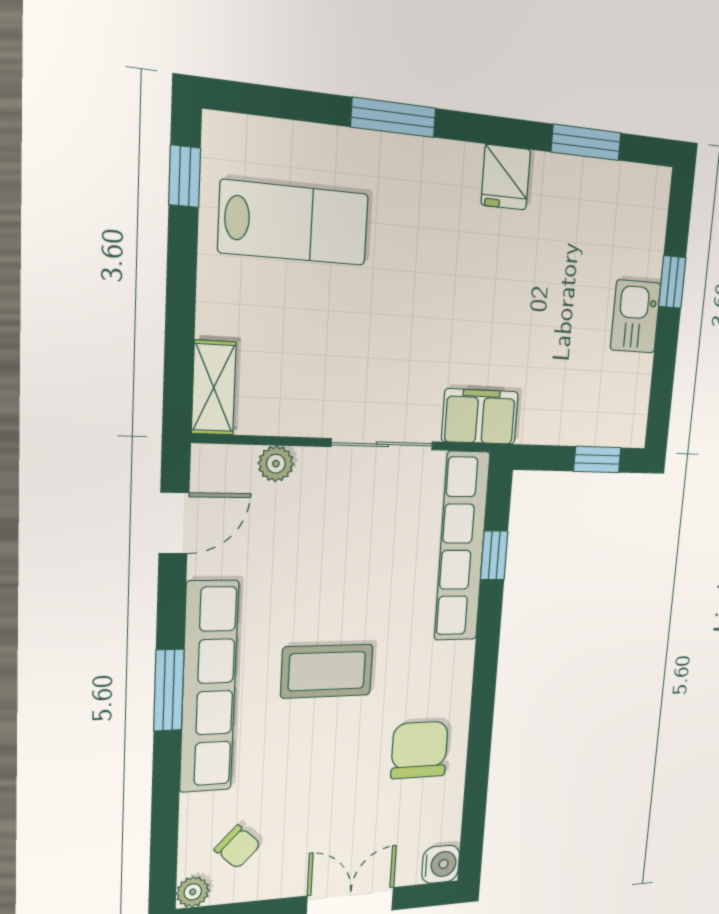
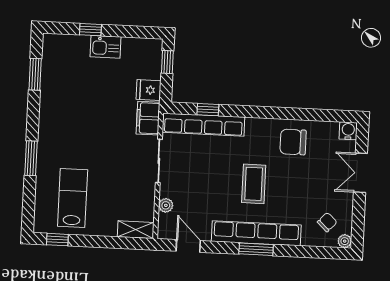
fridge: (506, 177) -> (148, 90), moved, turned 180

